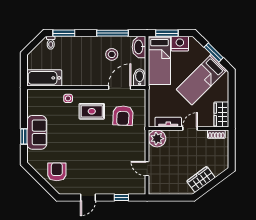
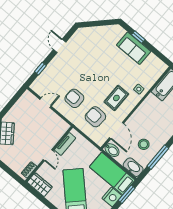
plant: (157, 139) -> (60, 127), removed
armchair: (57, 172) -> (74, 98), moved, turned 180

